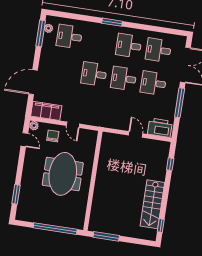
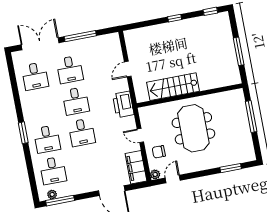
desk: (129, 46) -> (47, 139), moved
door: (73, 125) -> (140, 136), swing flipped
printer: (160, 128) -> (123, 104), moved
window: (170, 164) -> (175, 18), moved
meeting table: (63, 174) -> (193, 128), turned 90
stairs: (152, 204) -> (173, 87), moved, turned 180
window: (55, 229) -> (251, 117), width x0.68
window: (106, 236) -> (239, 51), moved

